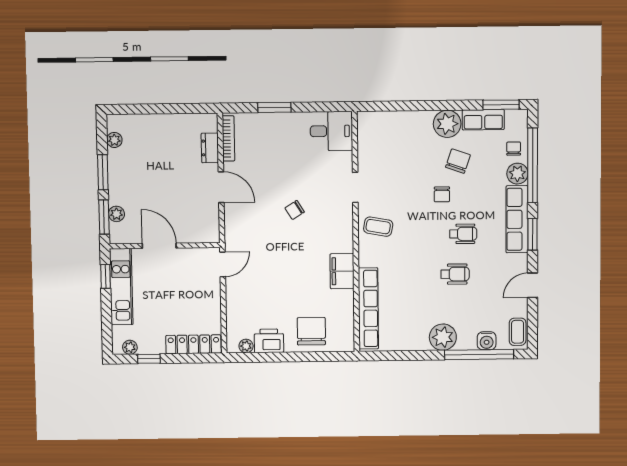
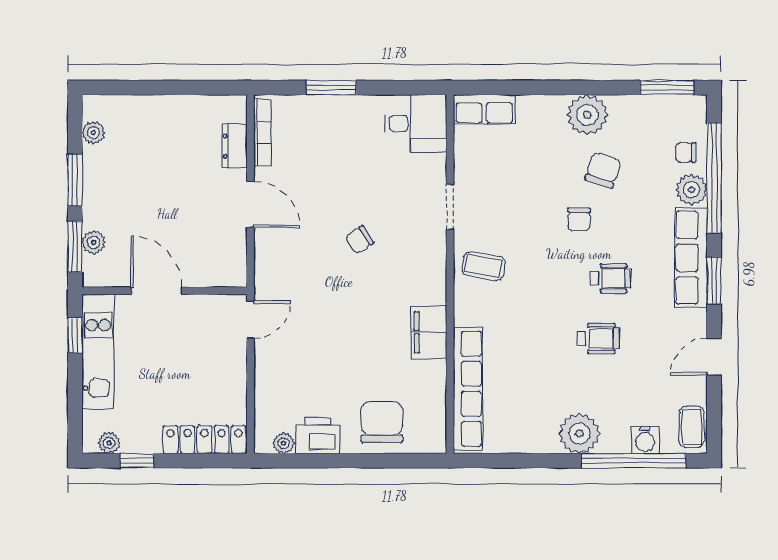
row of seats: (483, 120) -> (484, 109), moved
chair: (514, 149) -> (686, 153), turned -90

